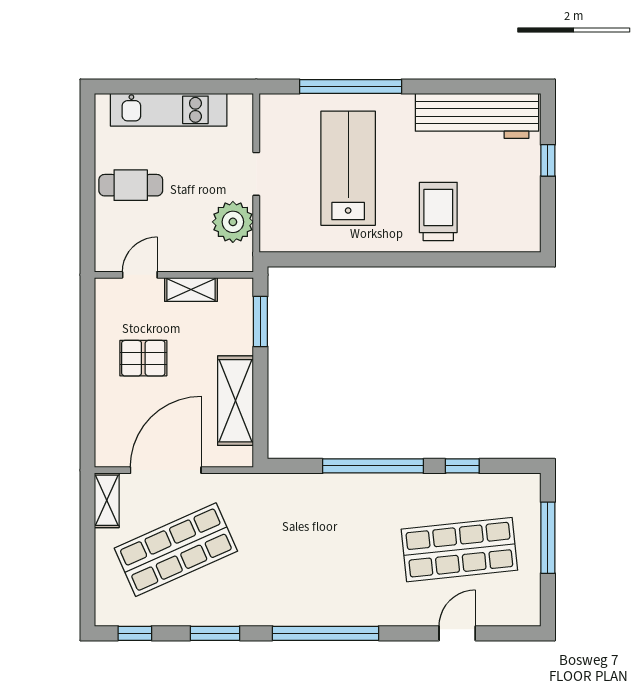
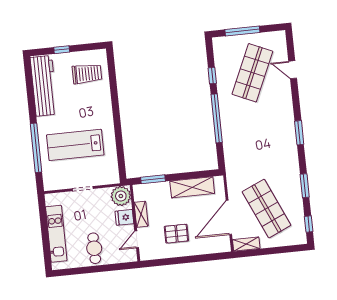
trolley: (438, 212) -> (87, 74), moved, turned 180
plant: (233, 222) -> (121, 196), moved
fridge: (188, 254) -> (124, 217), added
door: (140, 275) -> (137, 239), hinge flipped
pallet: (143, 358) -> (176, 234), turned 90
door: (166, 470) -> (229, 217), hinge flipped
shop shelf: (459, 550) -> (252, 73), turned 30
window: (326, 633) -> (299, 133), width x0.47

